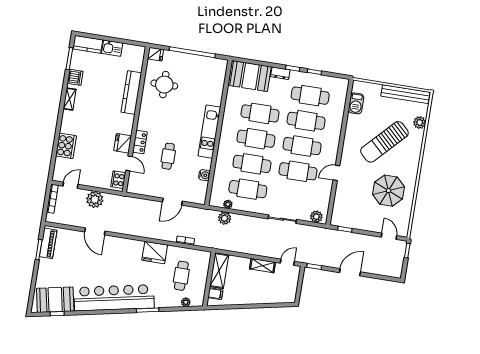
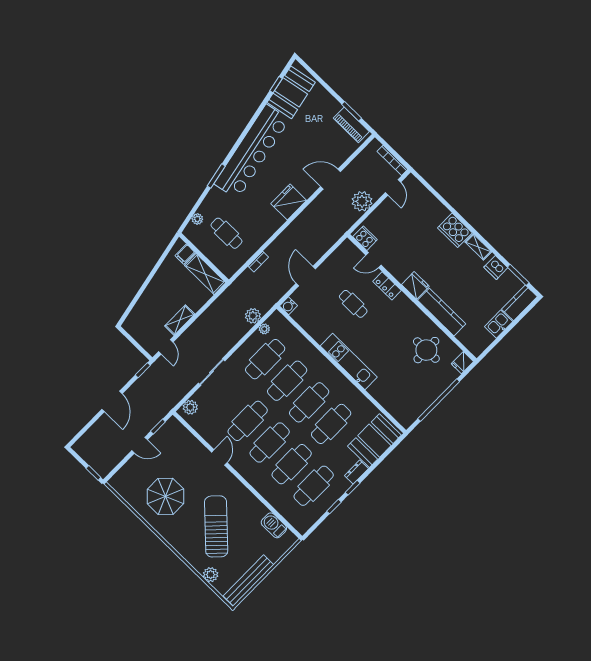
fridge: (123, 143) -> (415, 285), moved
cooker: (66, 146) -> (455, 230), moved
water cooler: (204, 175) -> (289, 306), moved
door: (389, 236) -> (140, 445), moved
fridge: (155, 253) -> (289, 202), moved

